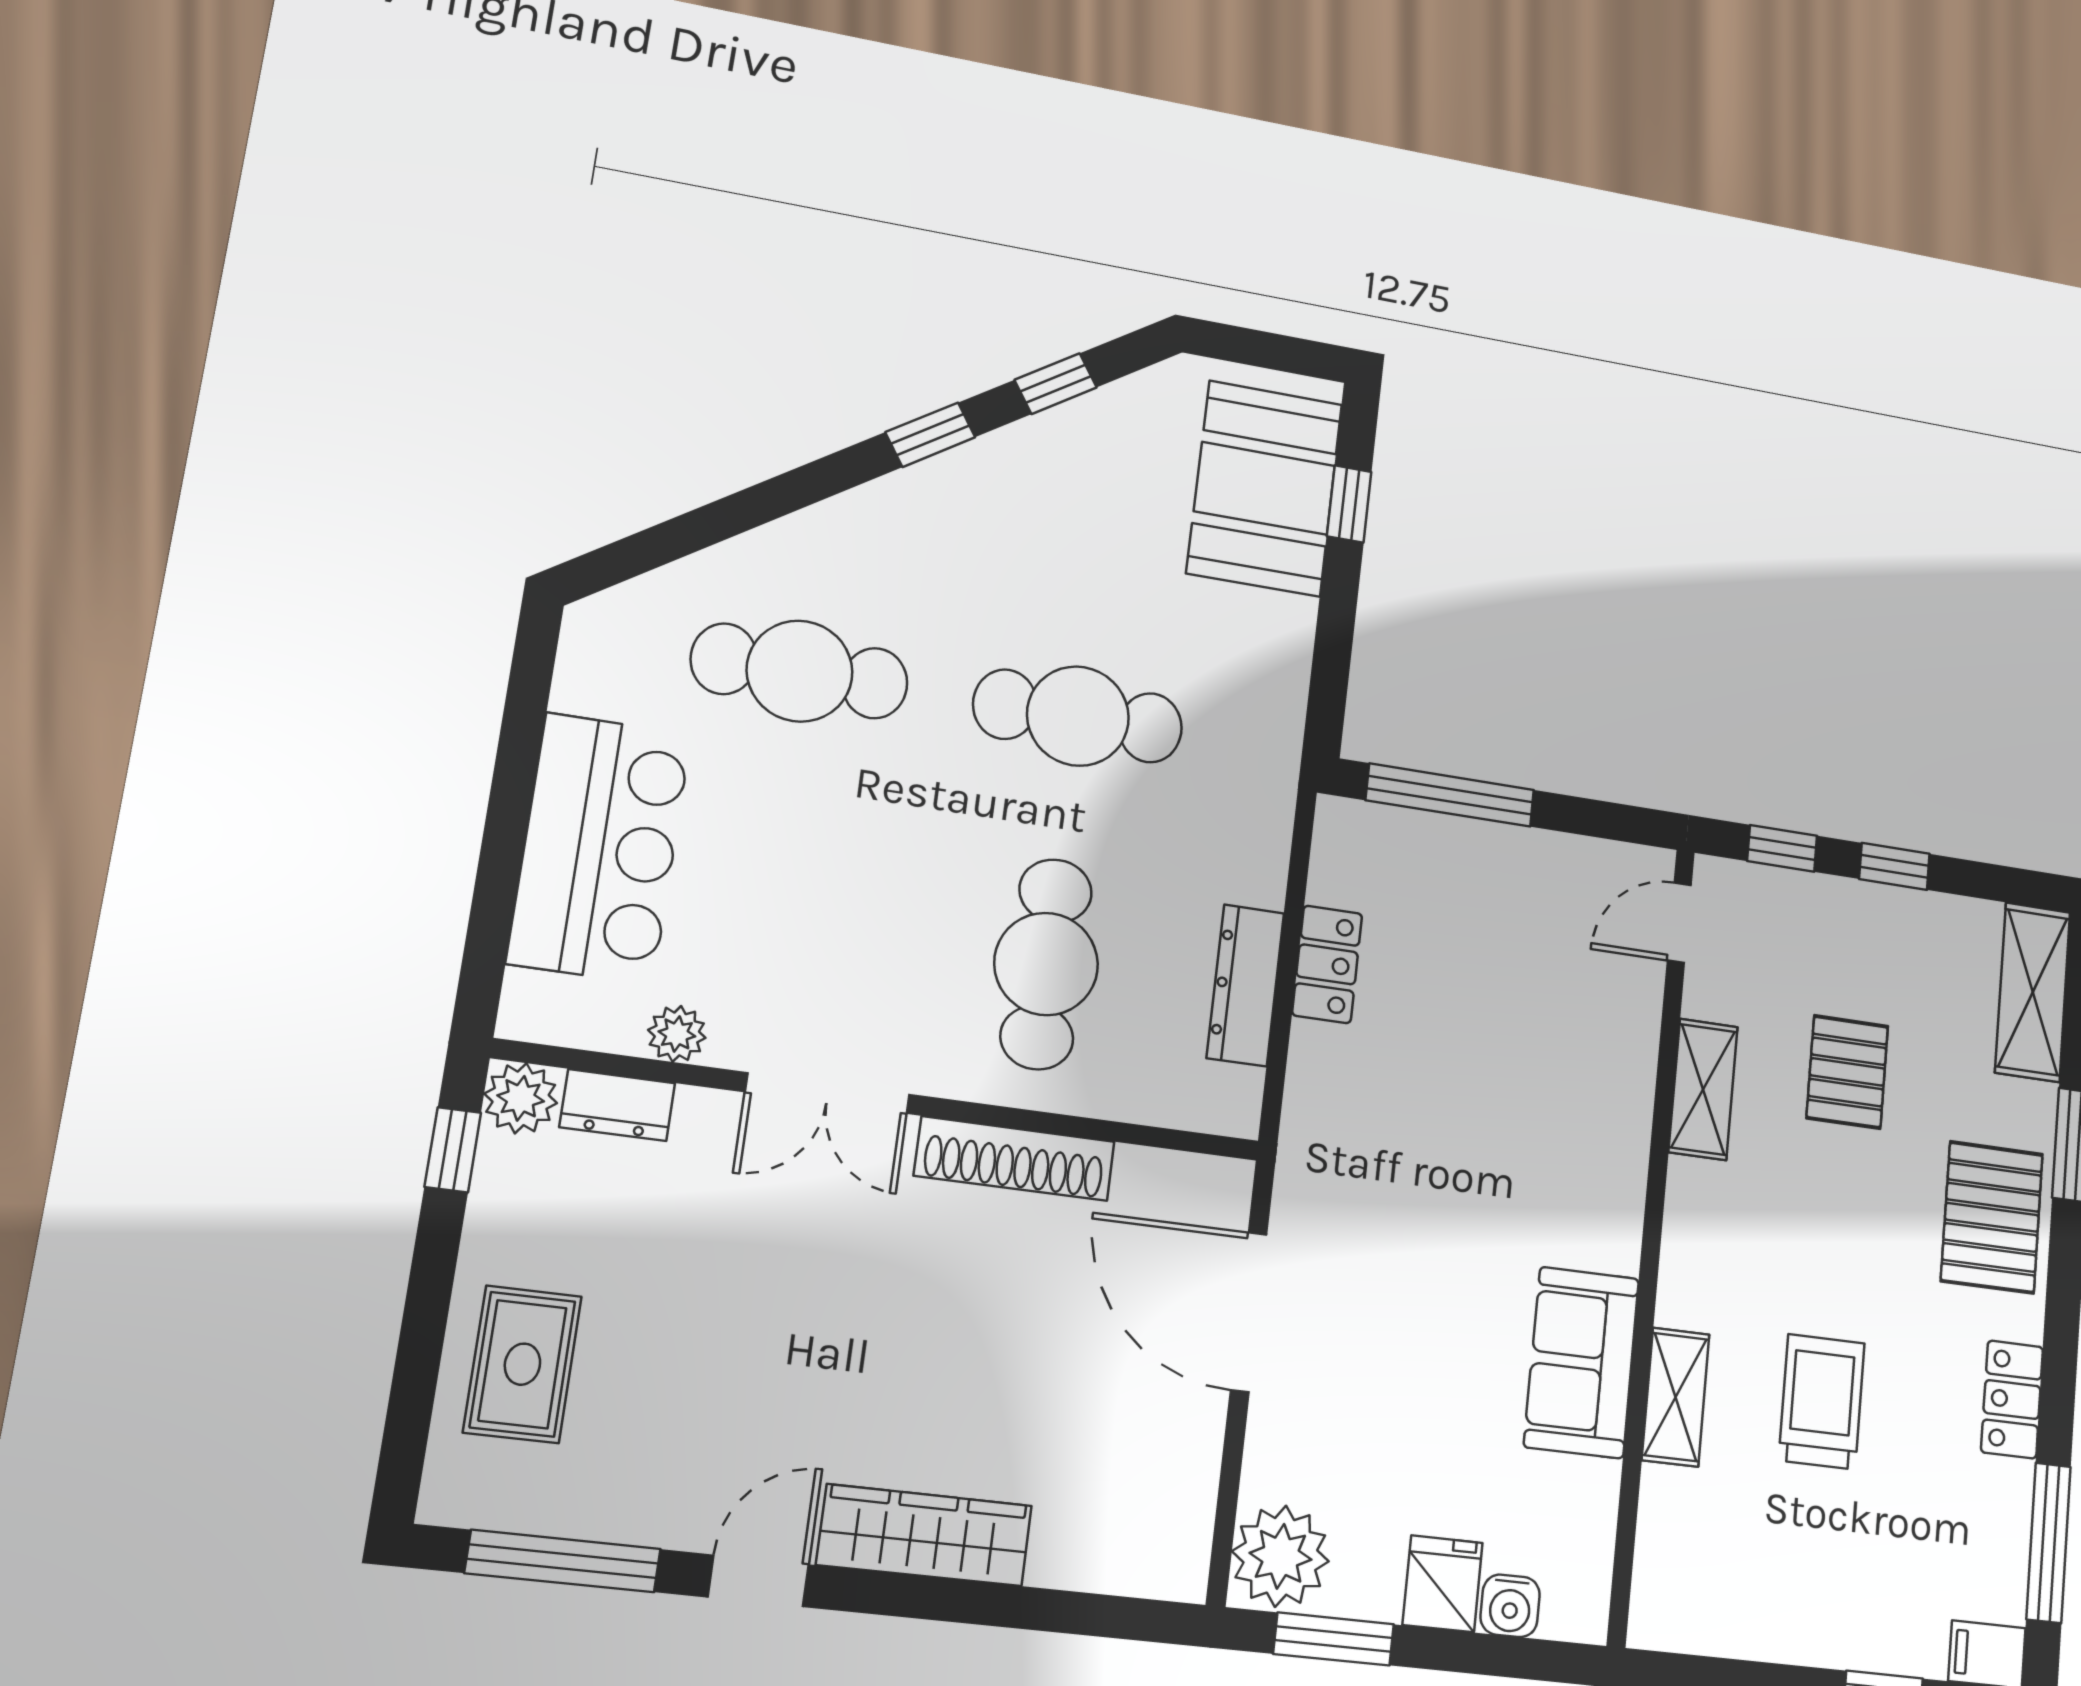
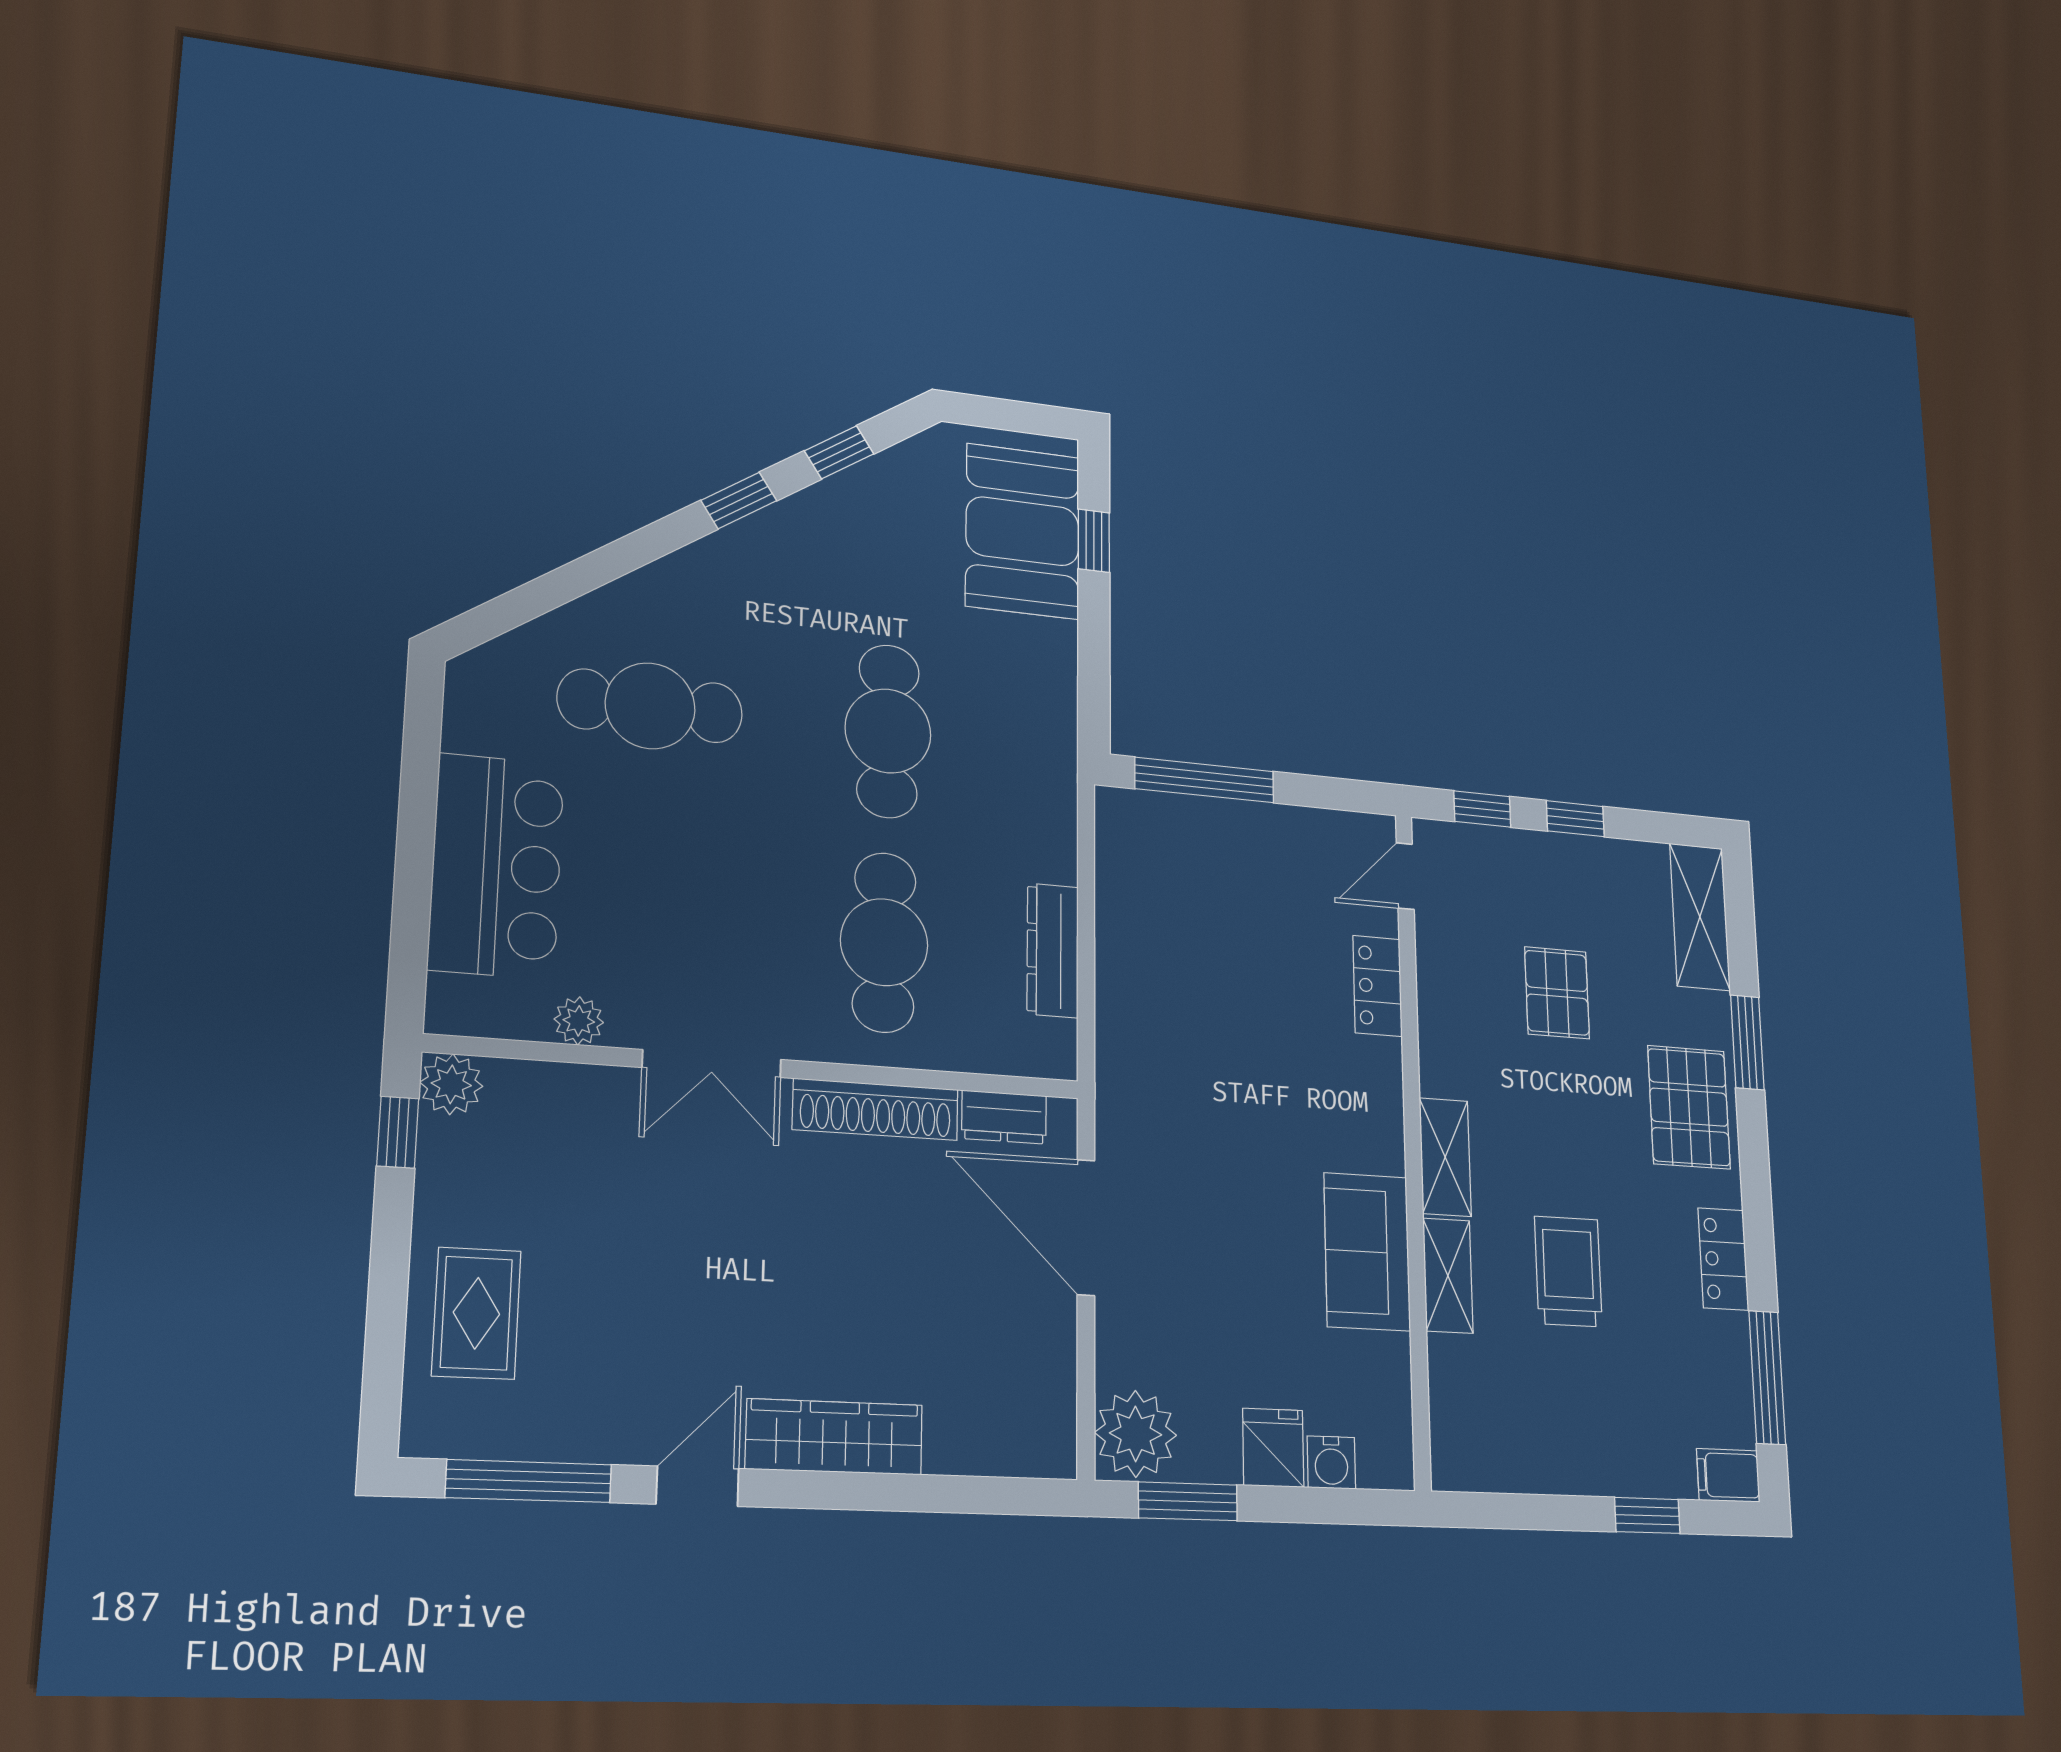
cafe table: (1078, 716) -> (888, 731), turned 90
locker: (1327, 964) -> (1378, 986), moved, turned 180
shelving: (1703, 1089) -> (1445, 1157), moved
dresser: (617, 1105) -> (1004, 1117), moved

